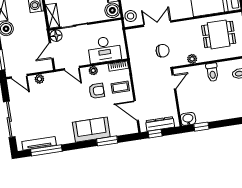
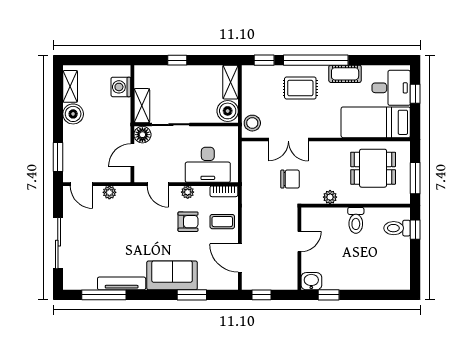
double door: (157, 24) -> (288, 139), swing flipped
door: (174, 82) -> (299, 241), moved
dresser: (160, 124) -> (271, 282), removed
tv unit: (39, 143) -> (122, 283), moved

